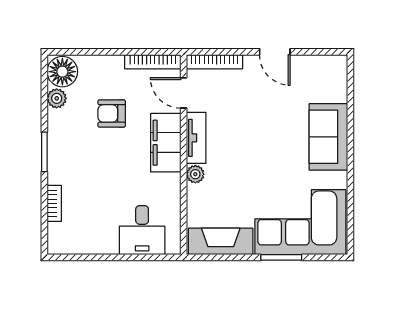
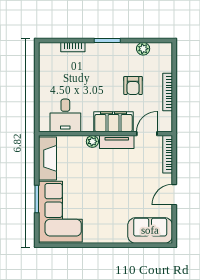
bookcase: (153, 62) -> (168, 92), moved
floor lamp: (62, 72) -> (161, 52), removed
armchair: (112, 113) -> (133, 85), turned 180
sofa: (328, 137) -> (150, 230), moved
desk: (142, 230) -> (65, 115), moved, turned -90

